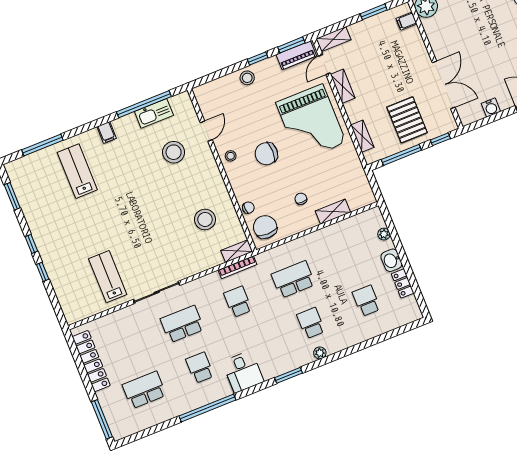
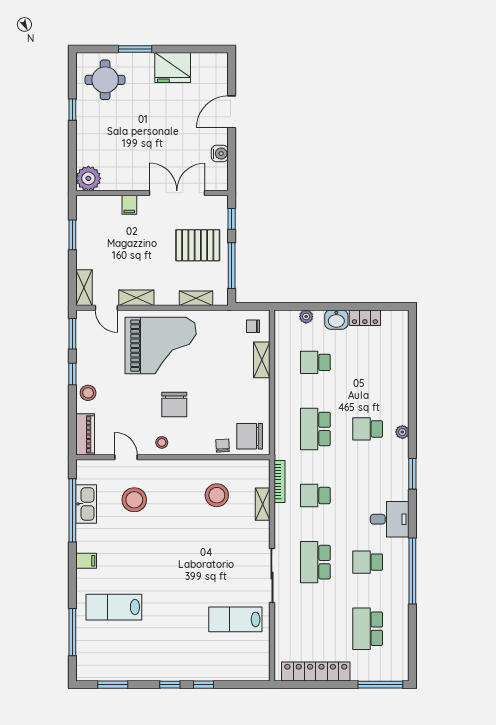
filing cabinet: (407, 21) -> (129, 205), moved
piano: (296, 55) -> (85, 434), moved
chair: (301, 199) -> (253, 326), moved
shelving: (237, 251) -> (263, 504), moved
school desk: (366, 301) -> (315, 362), moved

